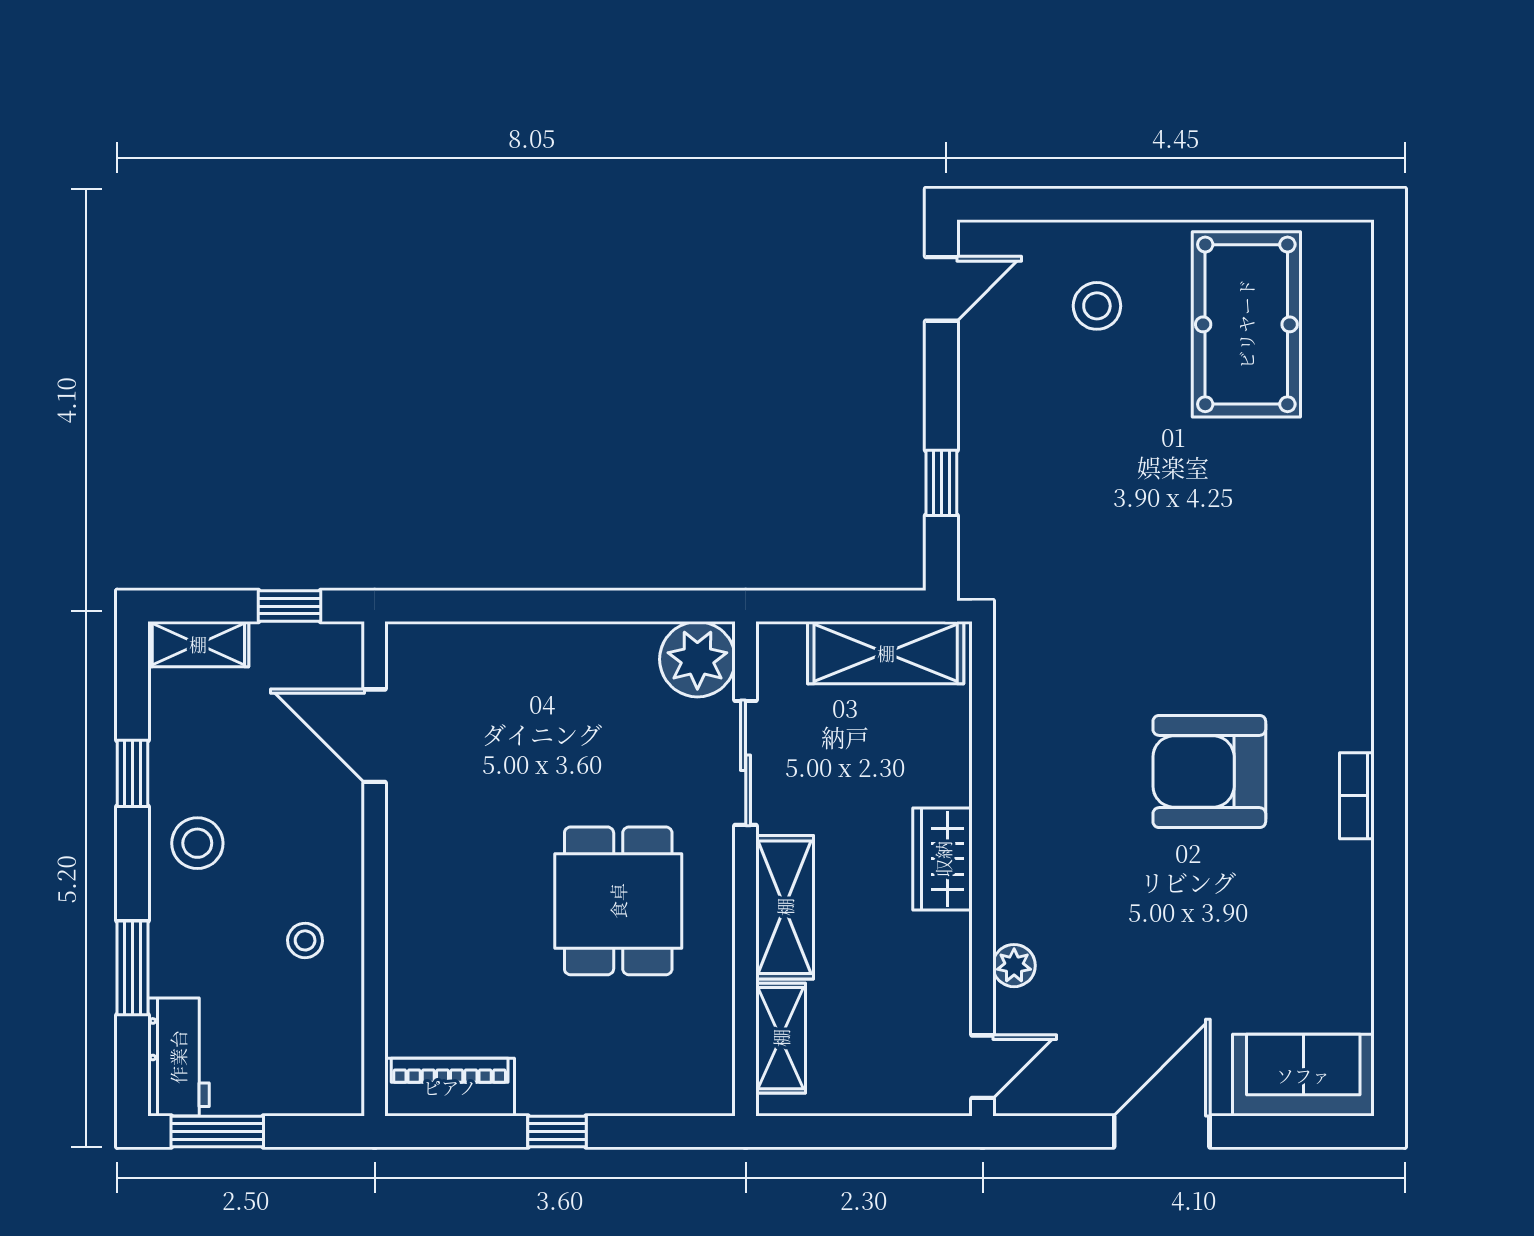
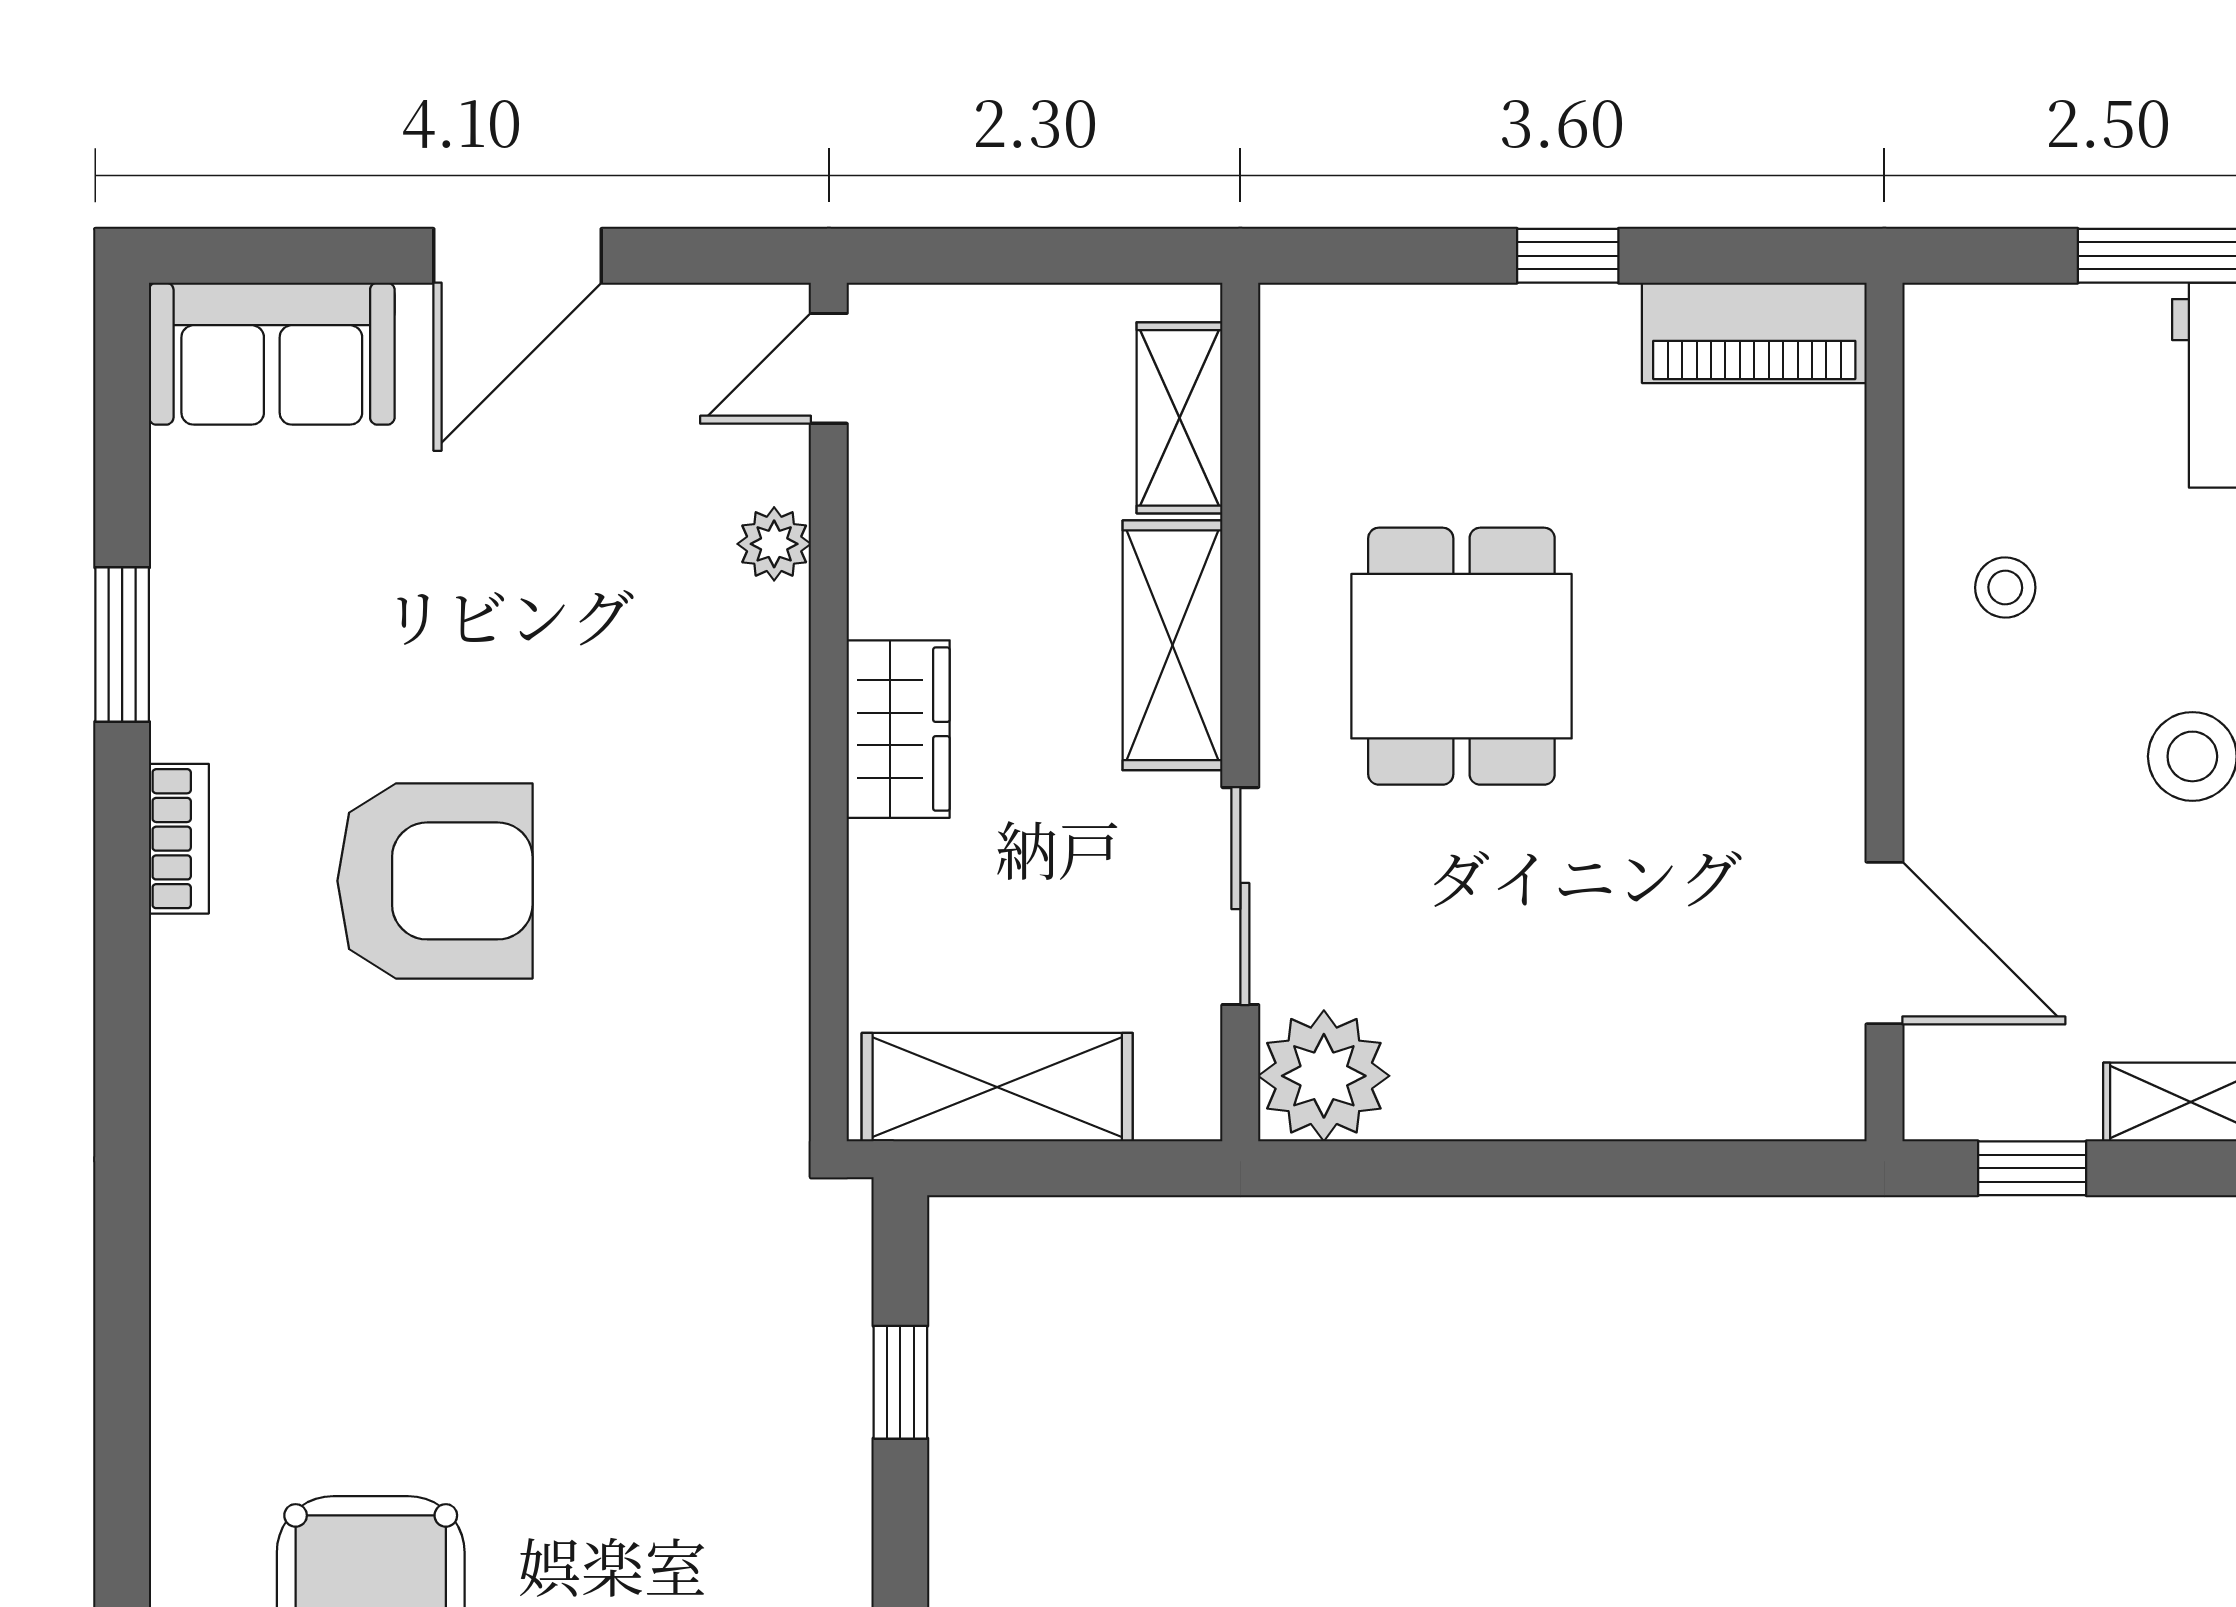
window: (1389, 908) -> (122, 645), added

